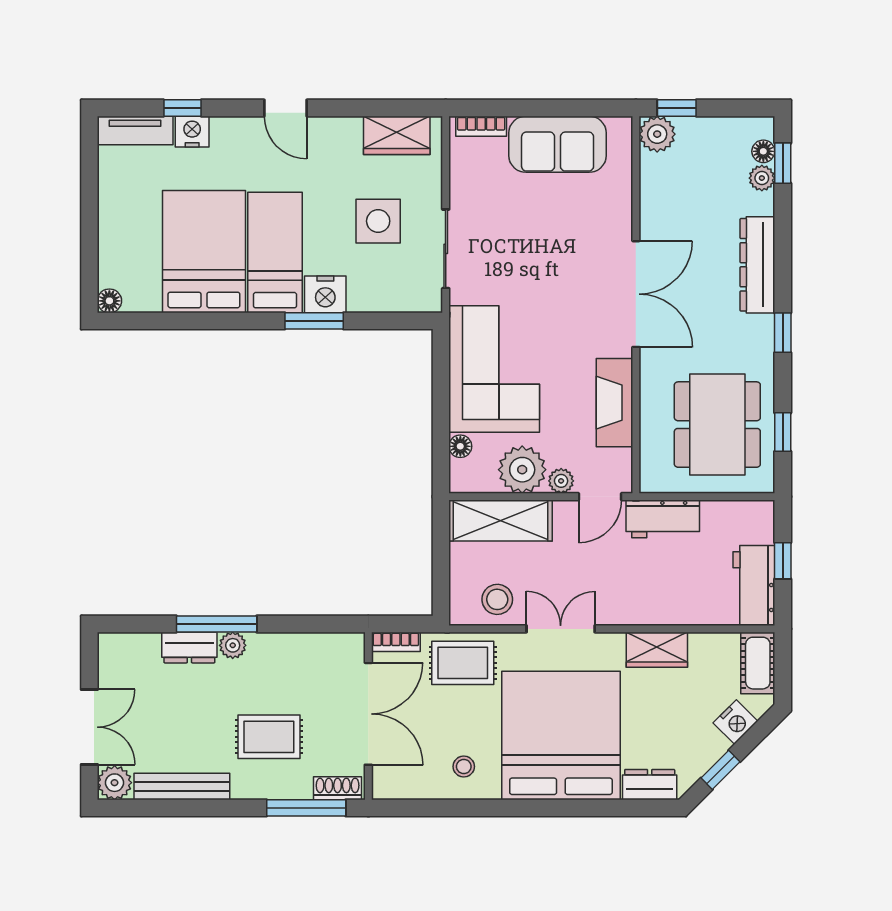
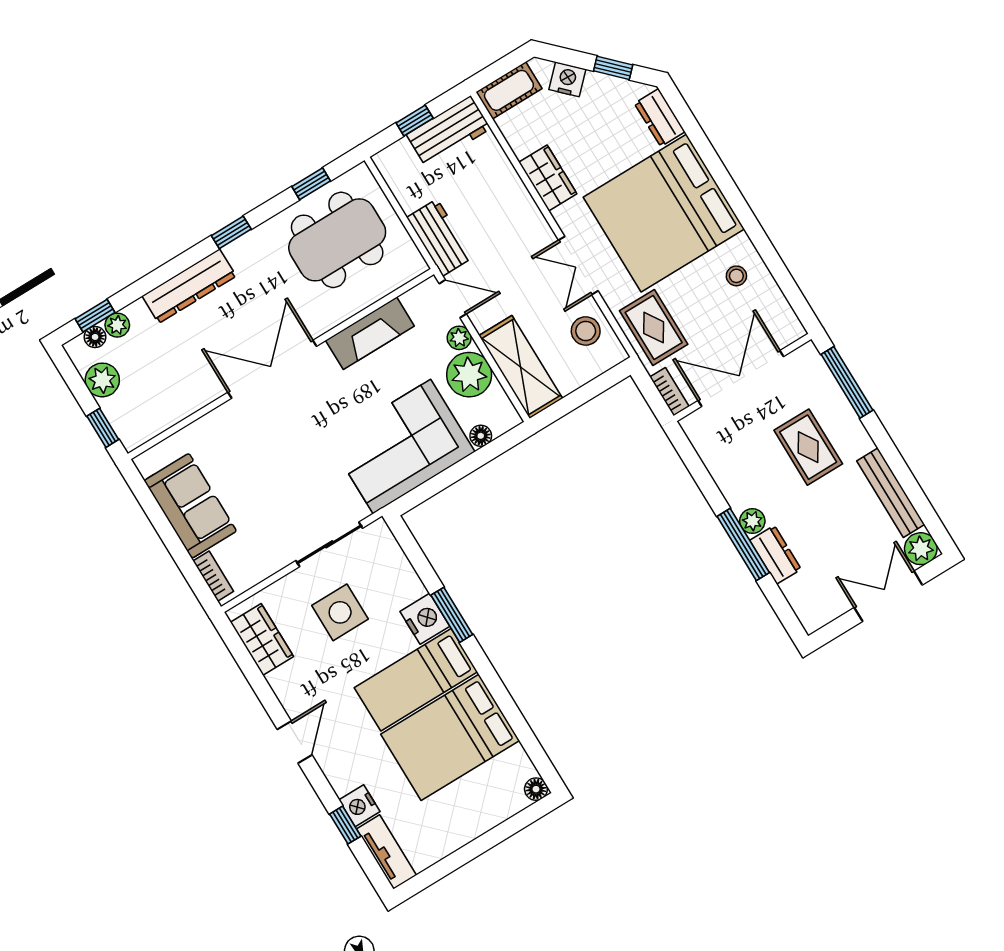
plant: (657, 134) -> (102, 380), moved
shoe rack: (338, 788) -> (816, 367), removed

